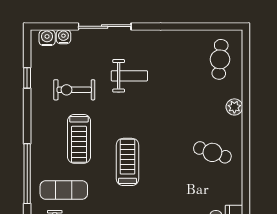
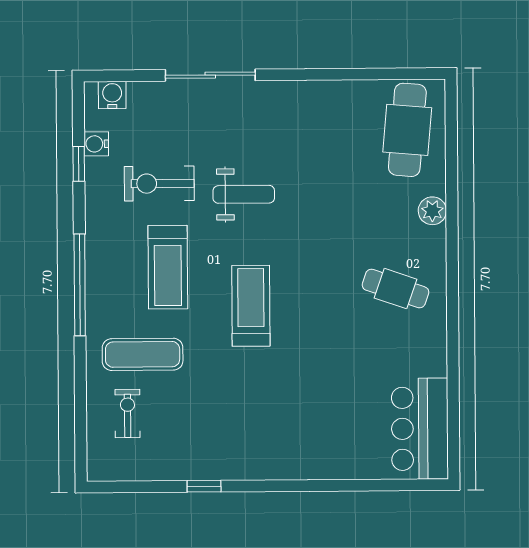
water cooler: (63, 37) -> (96, 144), moved, turned -90
cafe table: (220, 59) -> (407, 130), width x1.37, depth x1.35
weight bench: (129, 76) -> (244, 194), moved
window: (27, 174) -> (80, 285), moved

